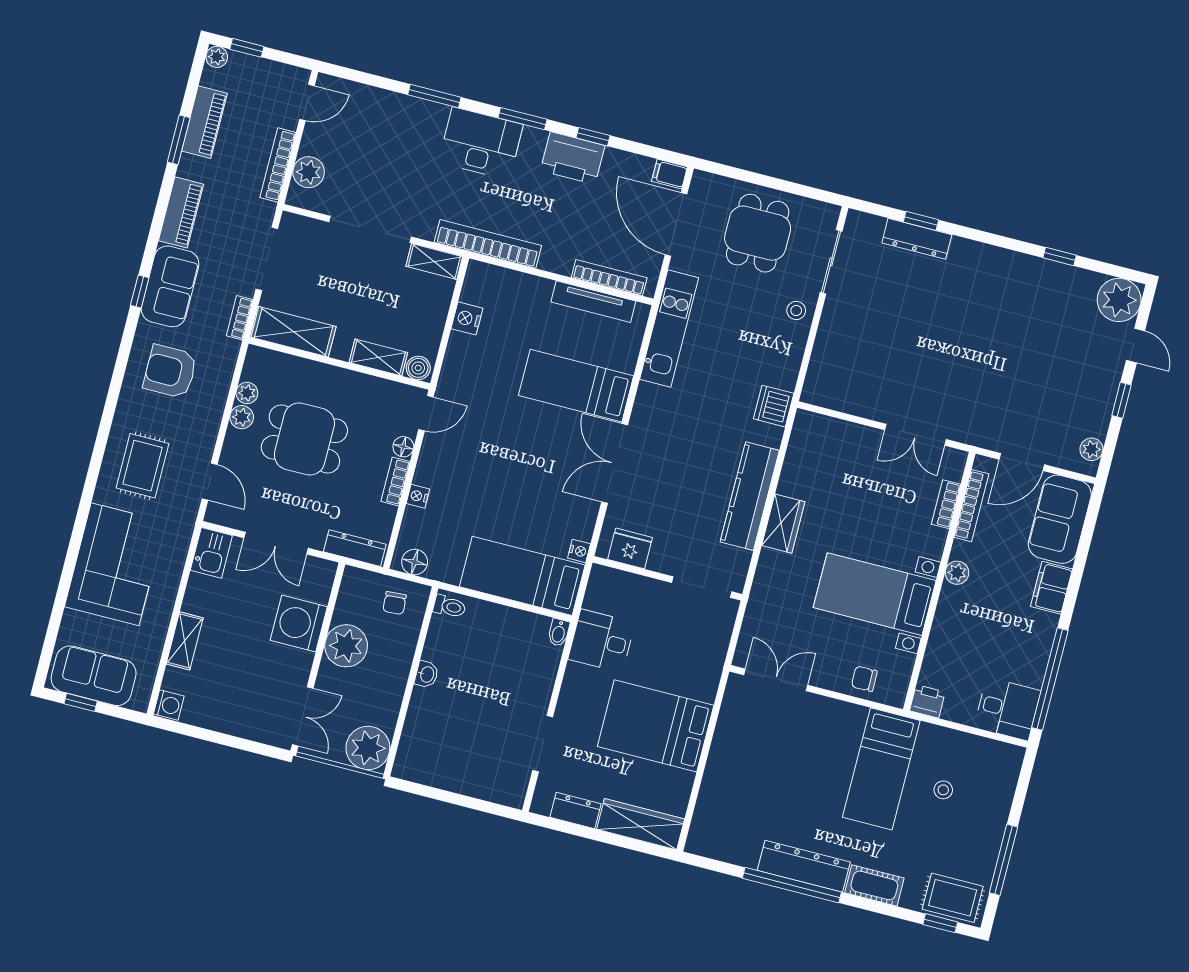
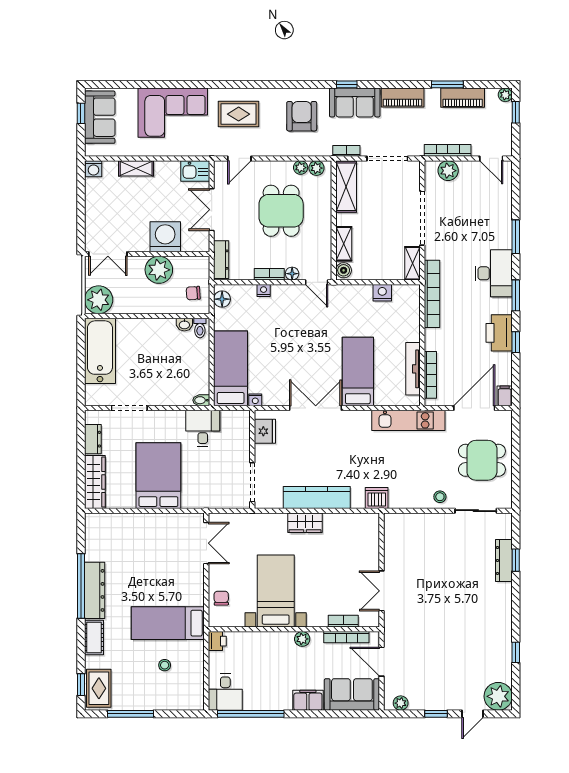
plant: (242, 417) -> (316, 168), moved
washbasin: (427, 674) -> (184, 325), moved
bathtub: (445, 766) -> (100, 351), added

